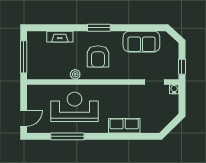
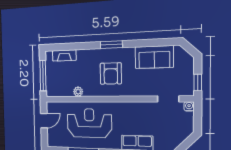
fireplace: (60, 37) -> (64, 55), moved
plant: (75, 74) -> (78, 92), moved
door: (24, 118) -> (44, 121), moved

